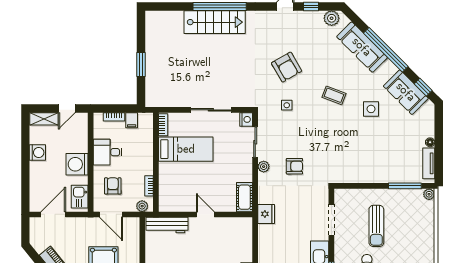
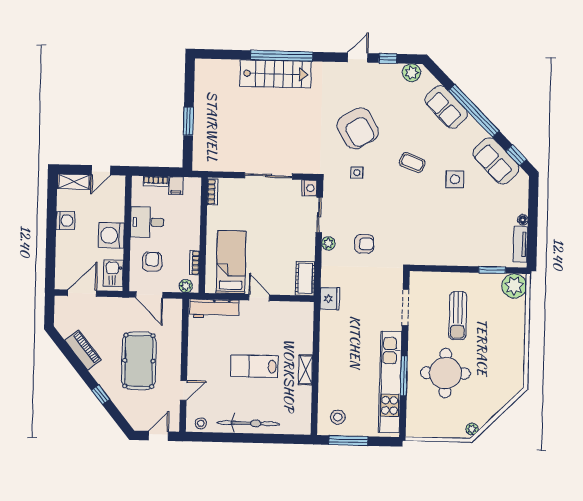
sofa: (362, 47) -> (446, 107), width x0.73
armchair: (287, 67) -> (358, 128), width x1.36, depth x1.36
bed: (186, 149) -> (231, 262), moved, turned -90
window: (405, 186) -> (492, 270), width x0.69
plant: (429, 194) -> (514, 286), width x1.87, depth x1.87

